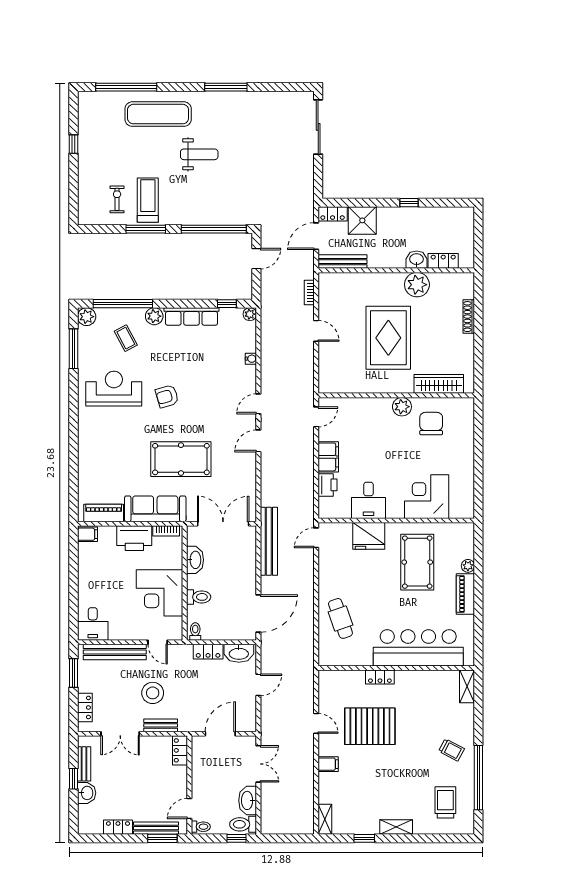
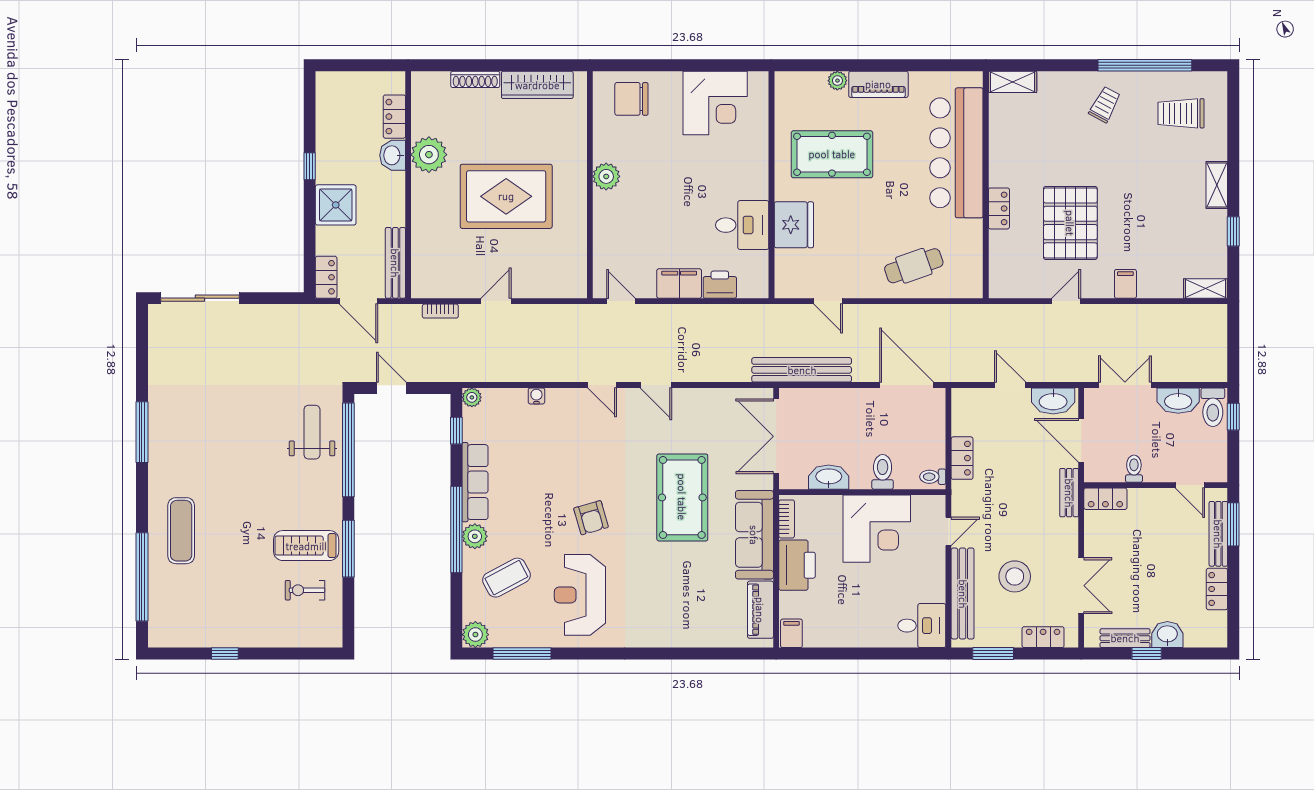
exercise mat: (158, 114) -> (181, 531), width x0.73, depth x0.69
weight bench: (199, 154) -> (312, 432), moved
shower: (362, 220) -> (336, 205), moved
window: (123, 304) -> (456, 529), moved
coffee table: (126, 338) -> (506, 578), width x1.36, depth x1.30
wardrobe: (439, 384) -> (537, 85), moved, turned -90
chair: (431, 424) -> (631, 99), moved
corner desk: (427, 497) -> (715, 103), moved, turned -90
door: (316, 538) -> (828, 301), moved
washbasin: (239, 653) -> (1053, 401), moved, turned 90
stool: (153, 693) -> (1015, 576), moved
bench: (161, 725) -> (1069, 493), moved
toilet: (201, 827) -> (1134, 469), moved

